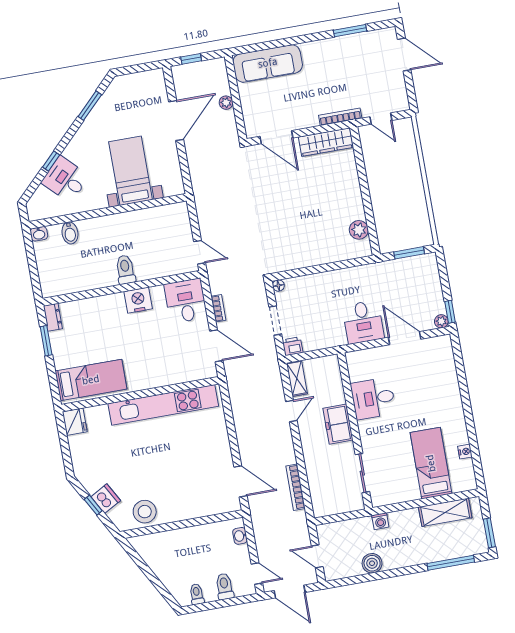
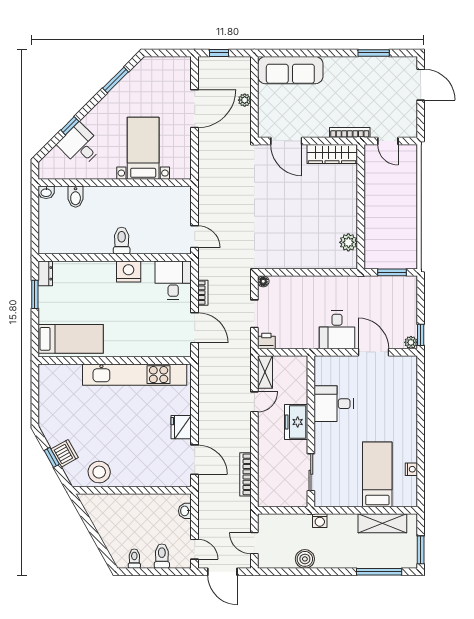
fridge: (75, 422) -> (181, 427), moved, turned 180

